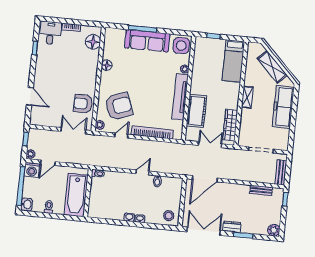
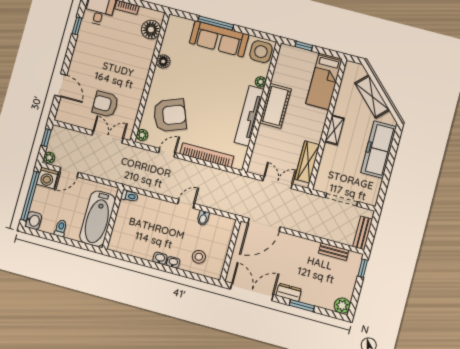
armchair: (83, 104) -> (105, 104), moved
cot: (196, 111) -> (275, 106), moved
stool: (169, 216) -> (199, 257), moved

